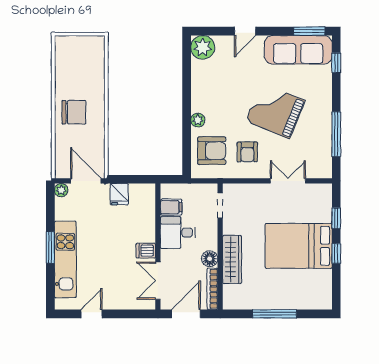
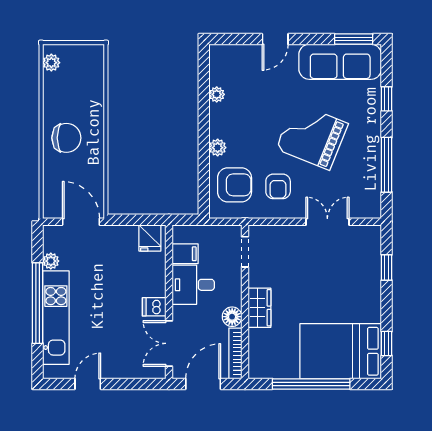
plant: (203, 47) -> (217, 94), moved, width x0.53, depth x0.53
plant: (62, 50) -> (51, 63), added
window: (336, 63) -> (387, 99), moved
plant: (61, 190) -> (51, 261), moved
fridge: (119, 194) -> (150, 238), moved
bed: (299, 246) -> (341, 351), moved
window: (50, 247) -> (38, 303), width x2.11
window: (336, 254) -> (387, 344), moved
wardrobe: (232, 259) -> (259, 308), width x0.67
window: (275, 314) -> (311, 384), width x1.46

